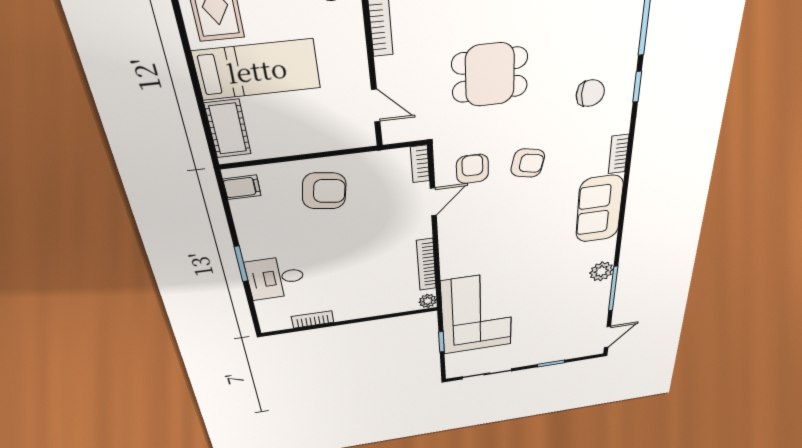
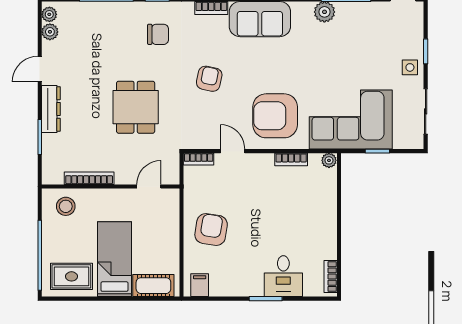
chair: (590, 93) -> (158, 34), turned 90
armchair: (472, 169) -> (275, 116), moved, width x1.88, depth x1.88
bookcase: (426, 265) -> (291, 159), width x0.64
bookcase: (313, 319) -> (331, 277), moved
side table: (534, 354) -> (410, 67), added

